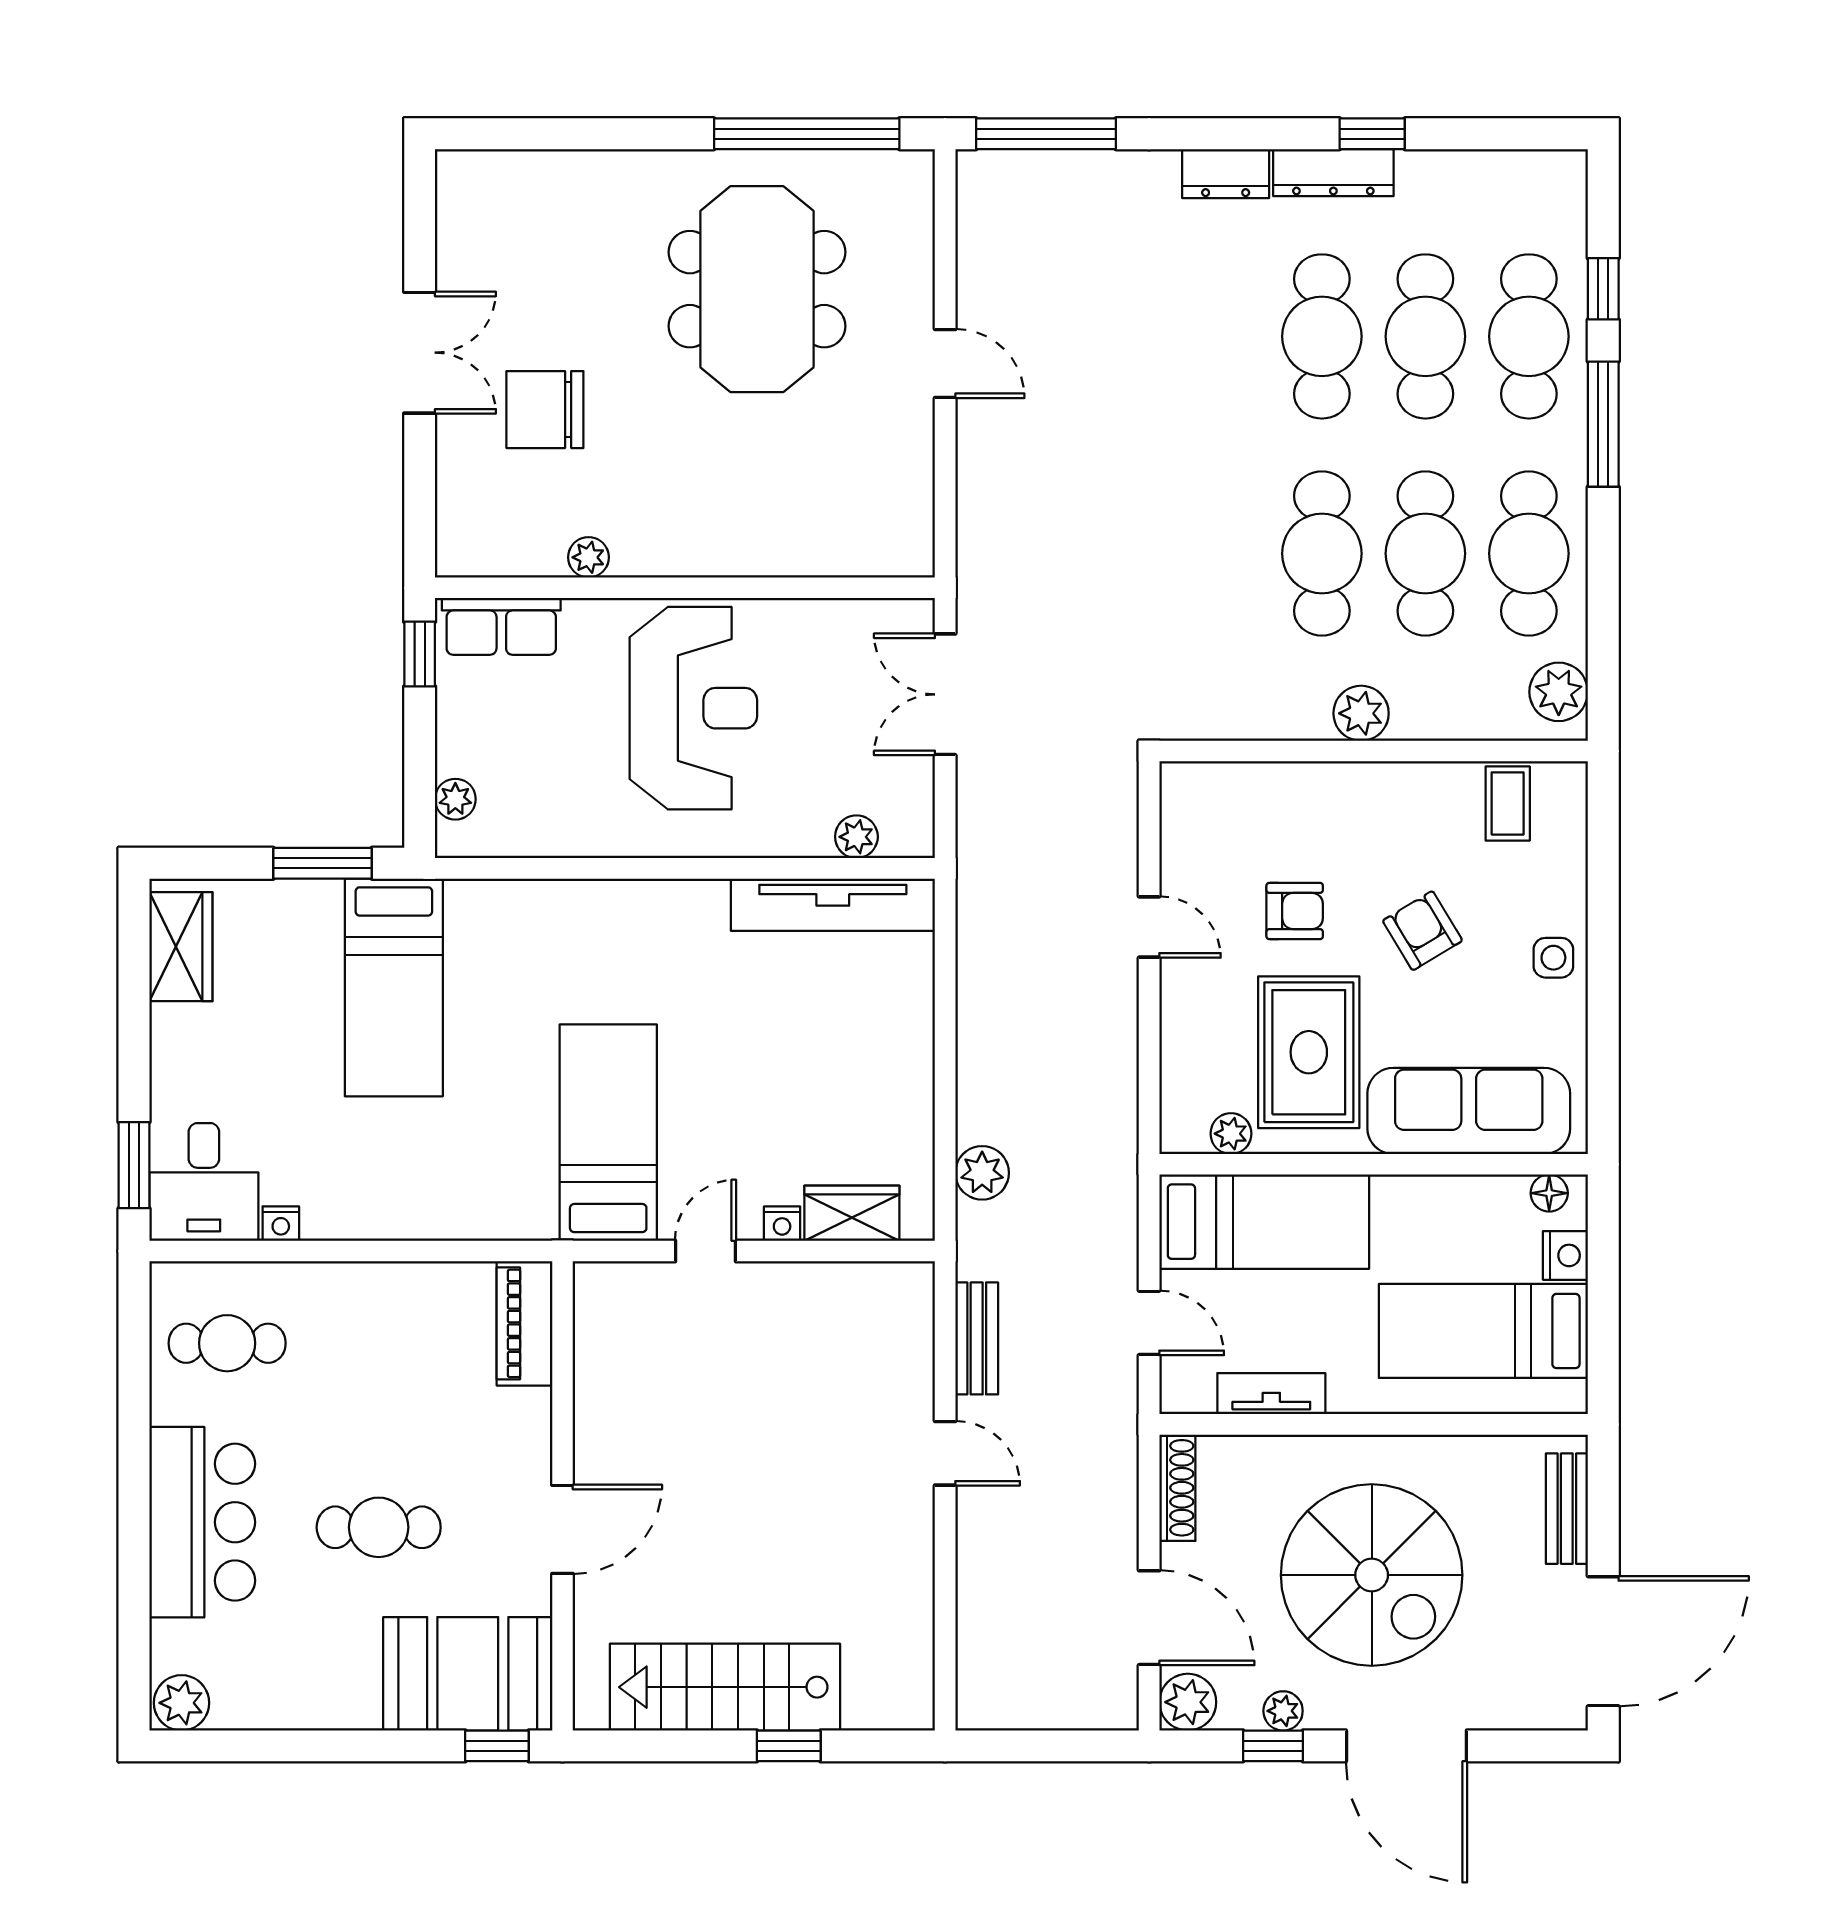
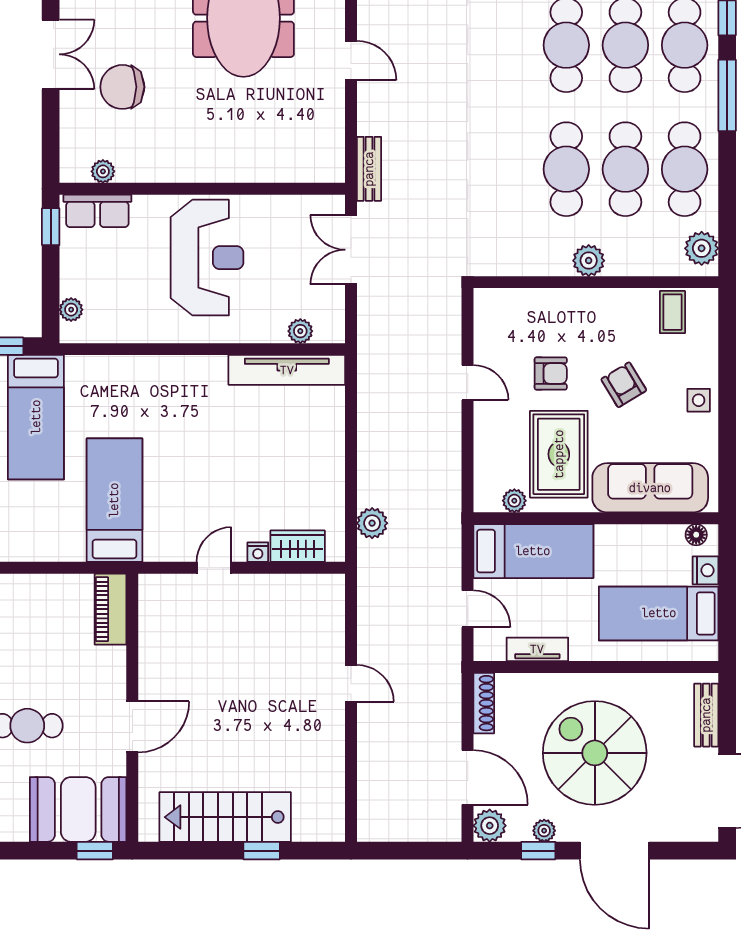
plant: (588, 557) -> (103, 171), moved
bed: (608, 1133) -> (114, 500), moved
bench: (977, 1338) -> (369, 169), moved
spiral stairs: (1372, 1575) -> (595, 753), turned 180

